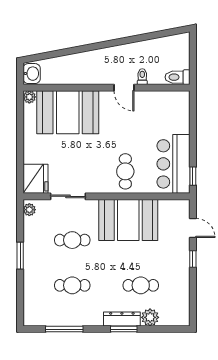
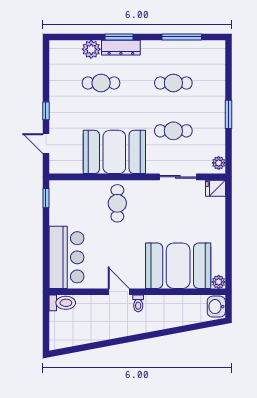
toilet: (142, 77) -> (138, 303), moved
bar counter: (173, 164) -> (66, 257), moved
fridge: (35, 179) -> (215, 188), width x0.53, depth x0.75

